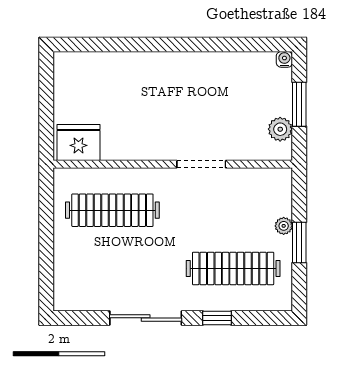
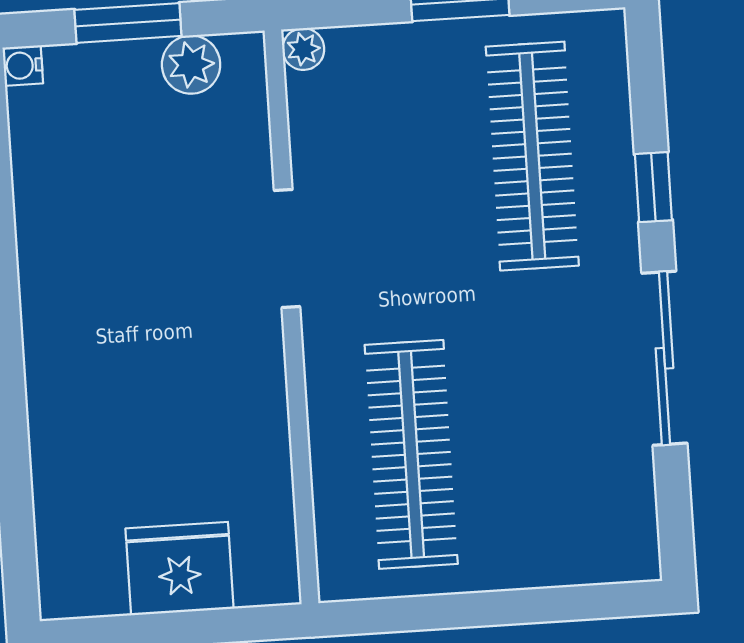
fridge: (79, 143) -> (179, 569), moved, turned 90
plant: (284, 226) -> (303, 49), moved

